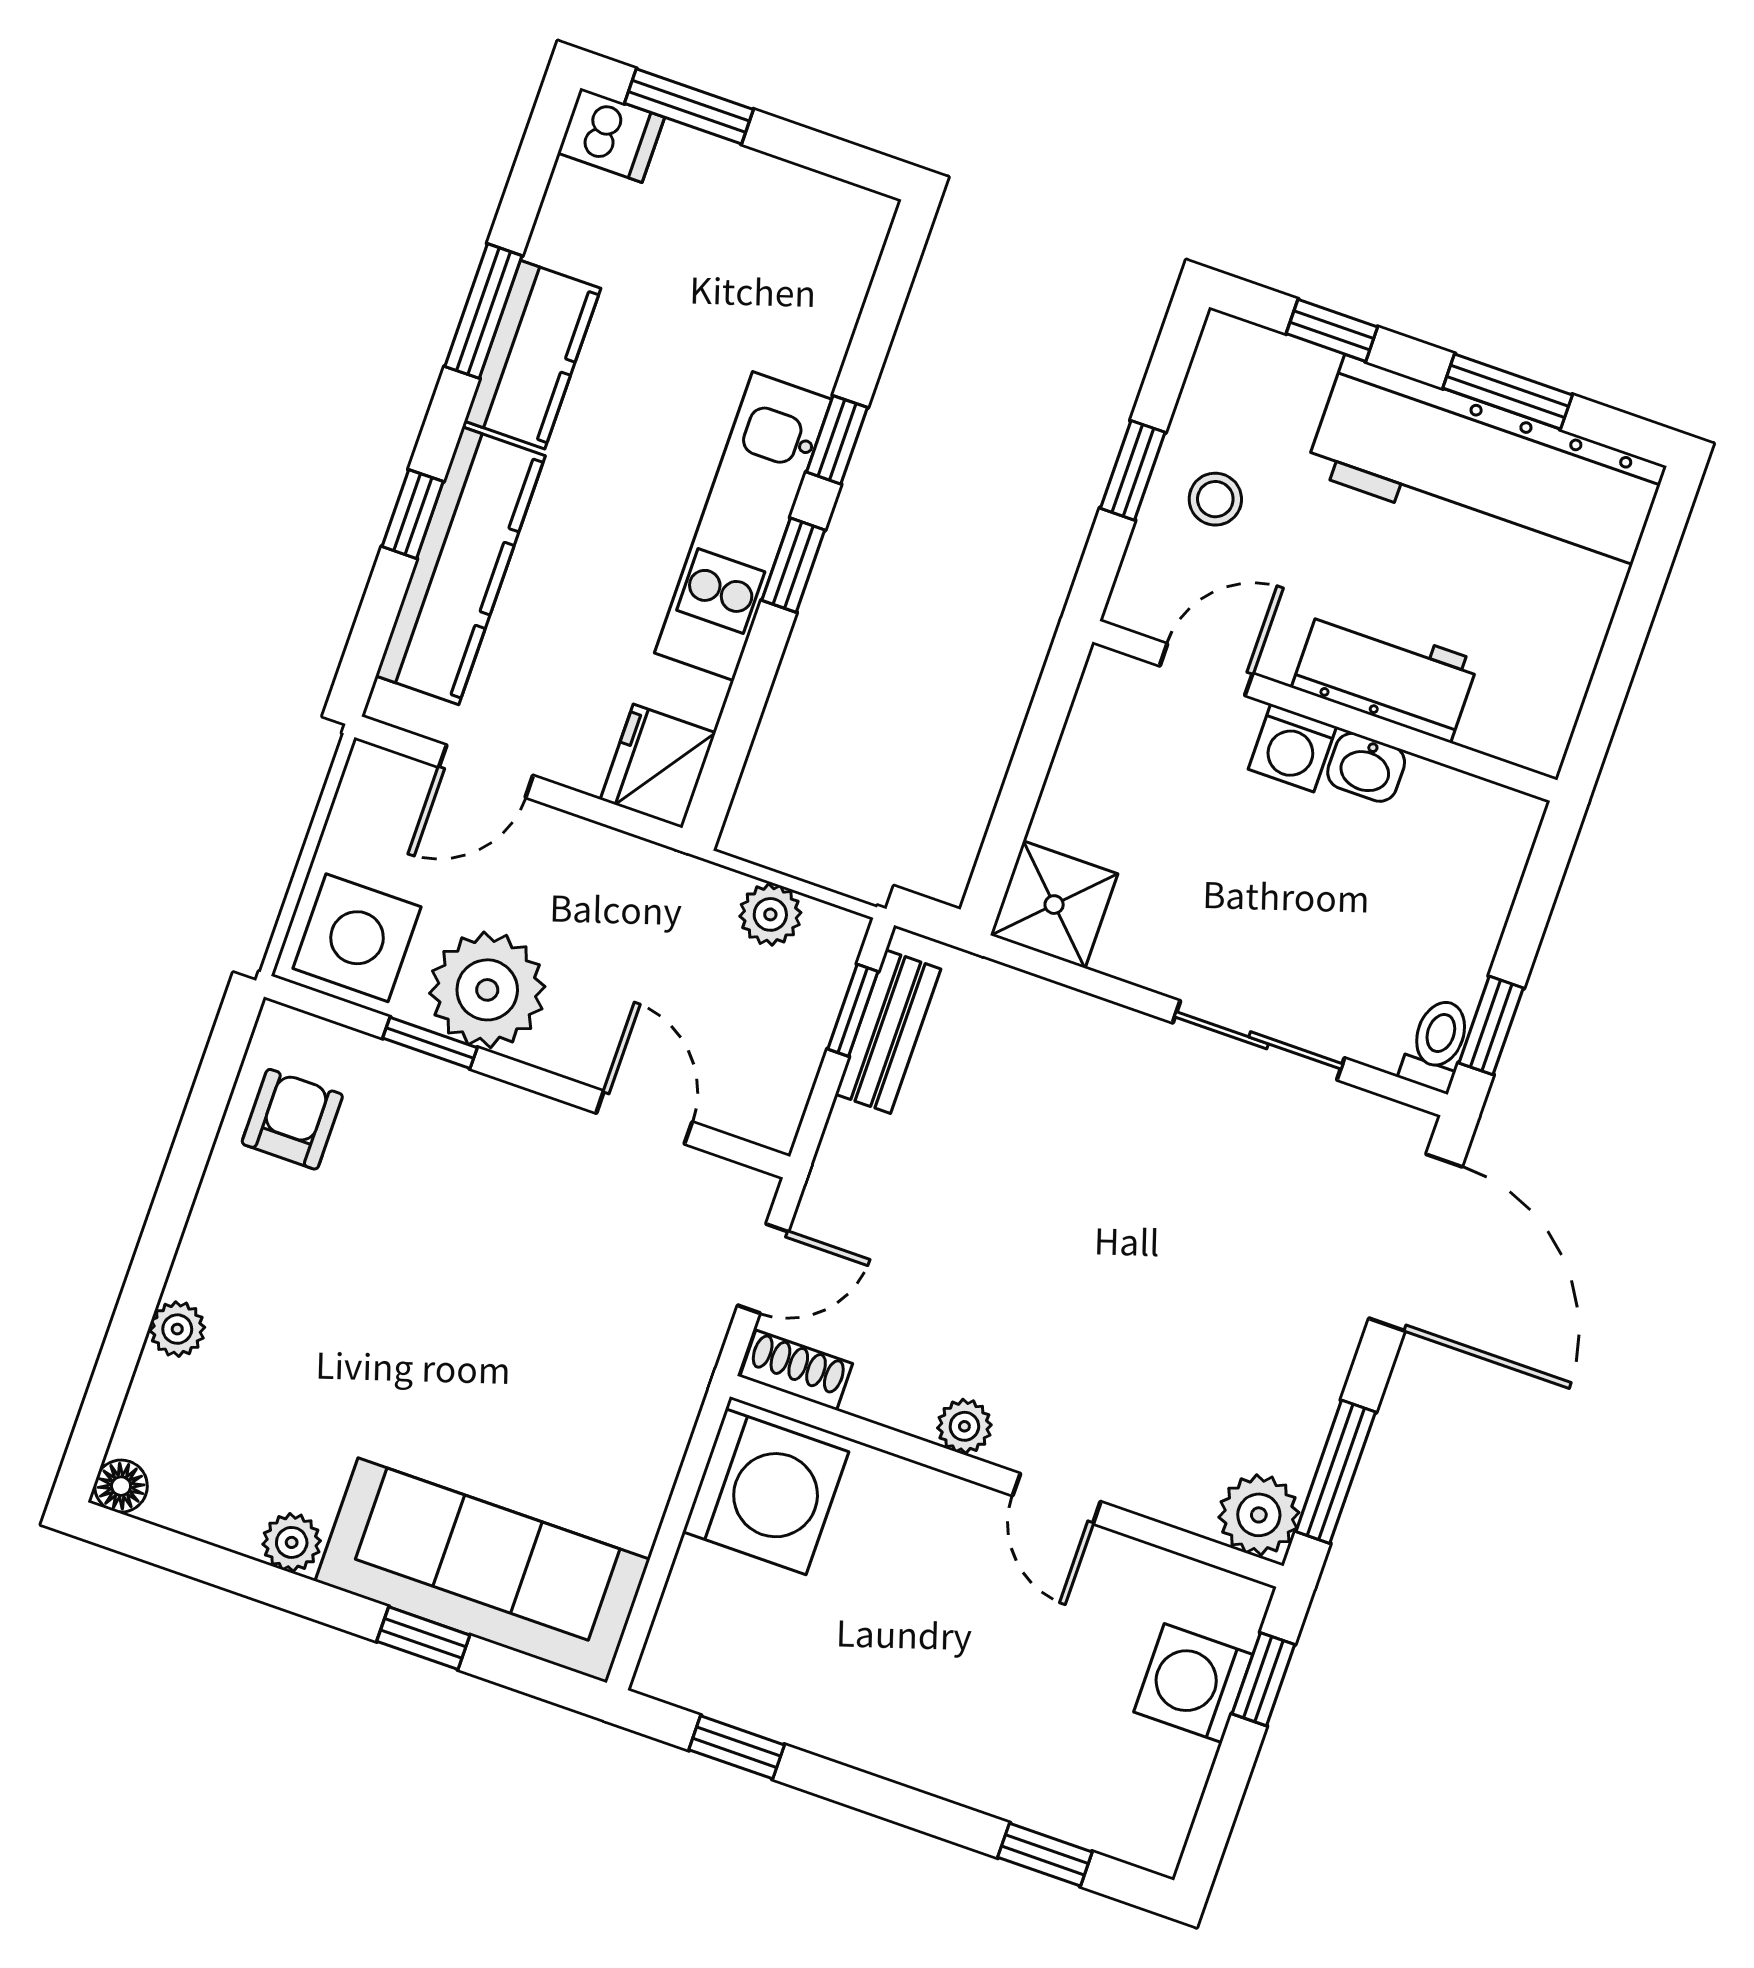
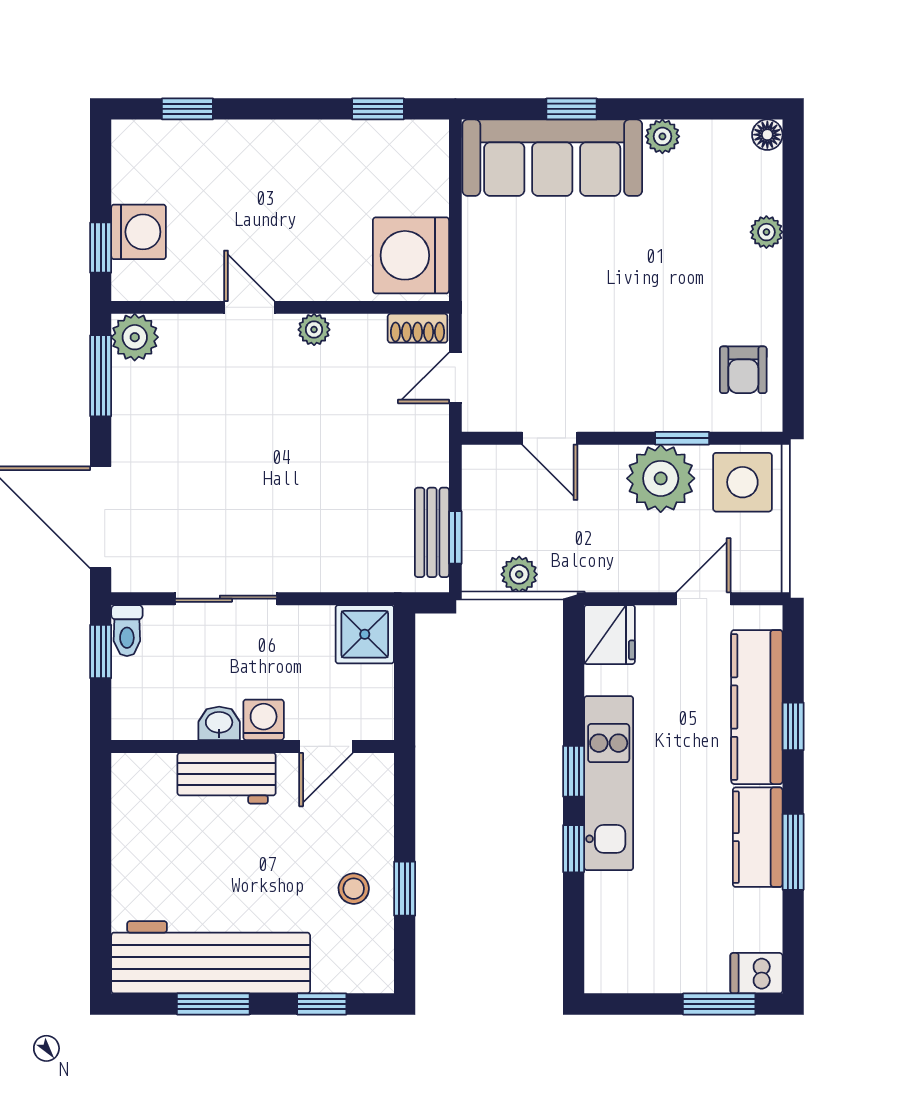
door: (1206, 670) -> (326, 746), moved
workbench: (1385, 674) -> (227, 778), moved
wall: (1325, 711) -> (253, 746), moved
washing machine: (1292, 748) -> (264, 720), moved
washbasin: (1366, 767) -> (219, 723), moved

